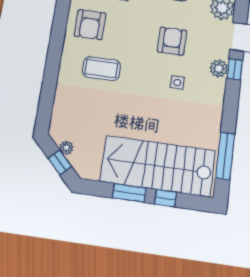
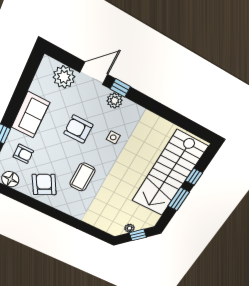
armchair: (90, 25) -> (44, 185), turned -118
coffee table: (101, 69) -> (82, 177), moved
window: (225, 156) -> (185, 123), removed

